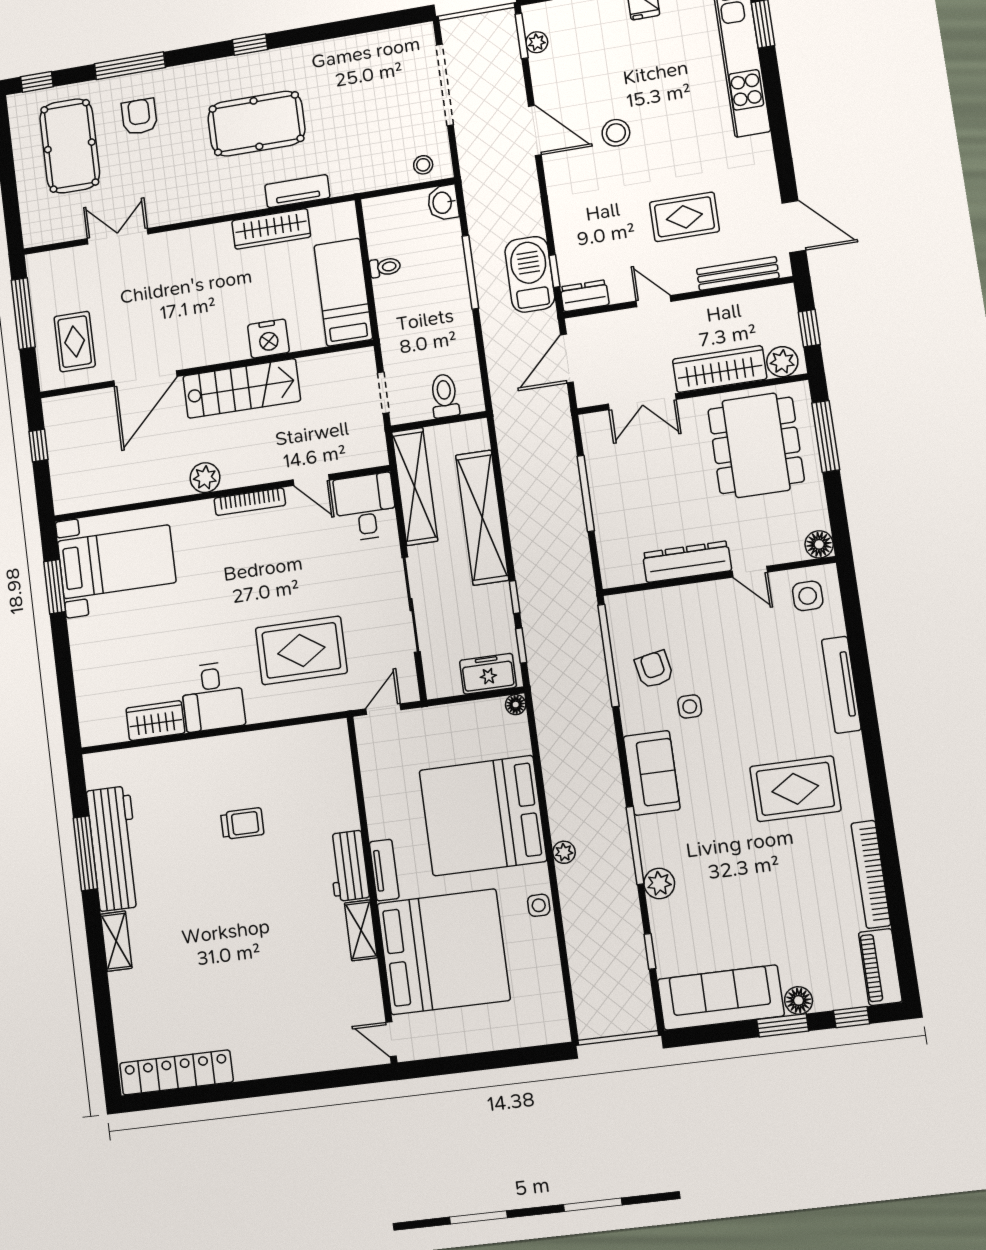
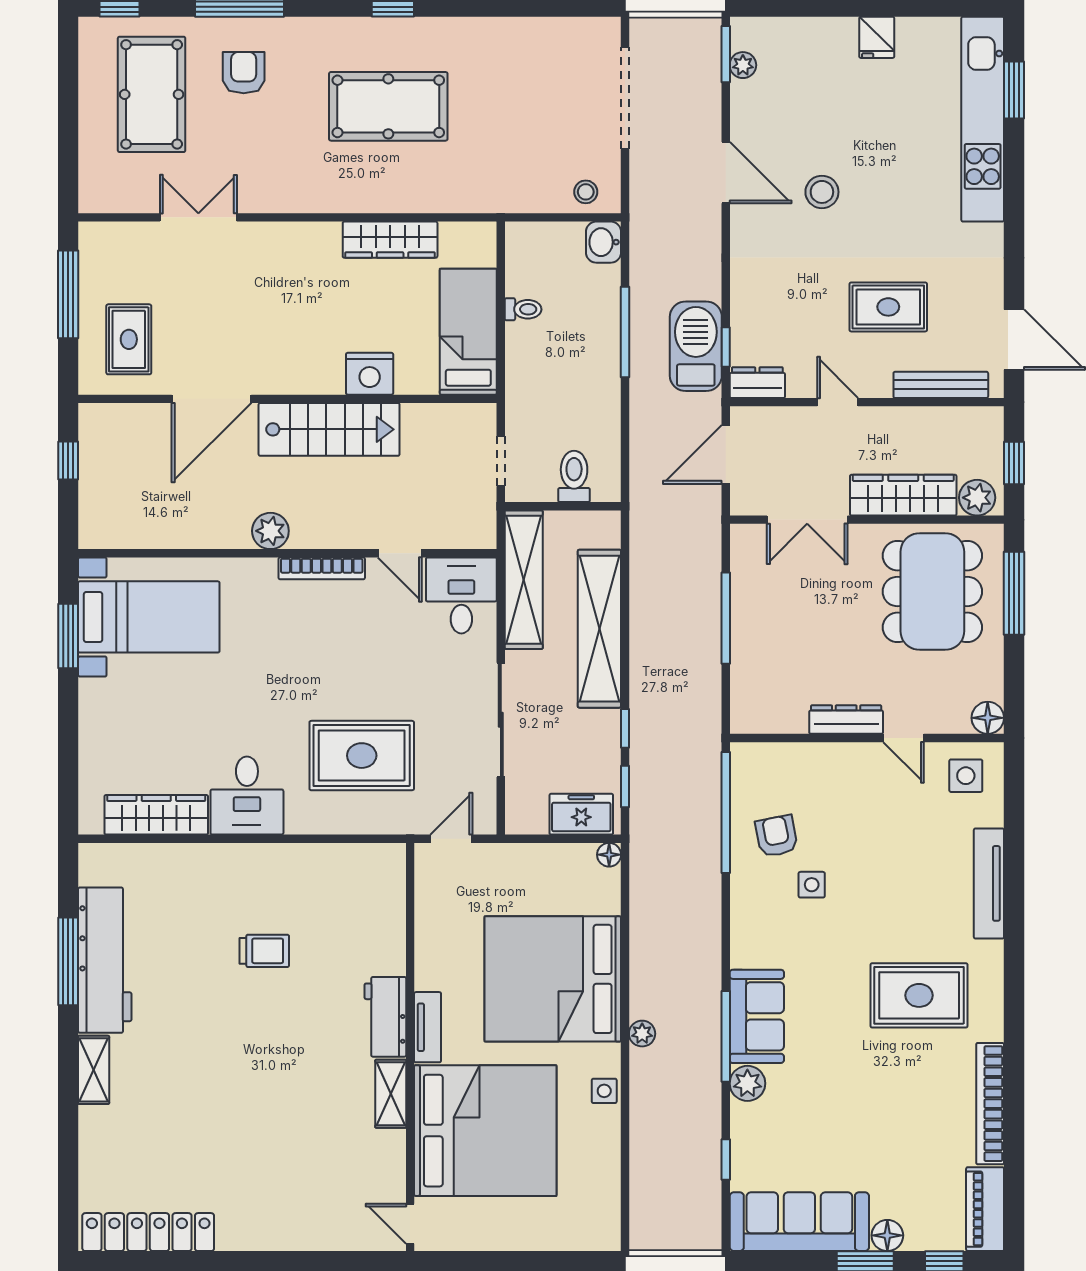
tv unit: (297, 191) -> (428, 198), removed
dresser: (687, 562) -> (846, 720), width x0.73, depth x0.80
wardrobe: (155, 721) -> (156, 815), width x1.50
sofa: (652, 773) -> (757, 1016), moved

